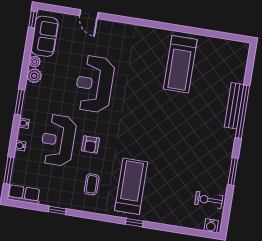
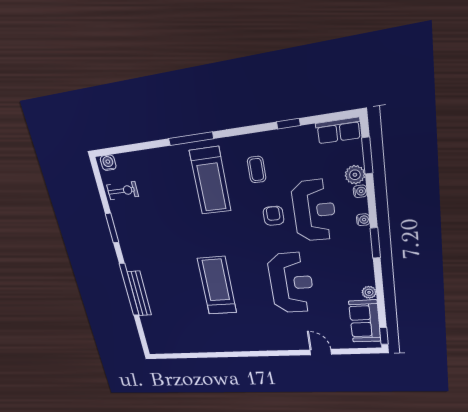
treadmill: (180, 64) -> (217, 286), moved
plant: (34, 76) -> (355, 175), moved
window: (134, 223) -> (191, 139), width x2.17

